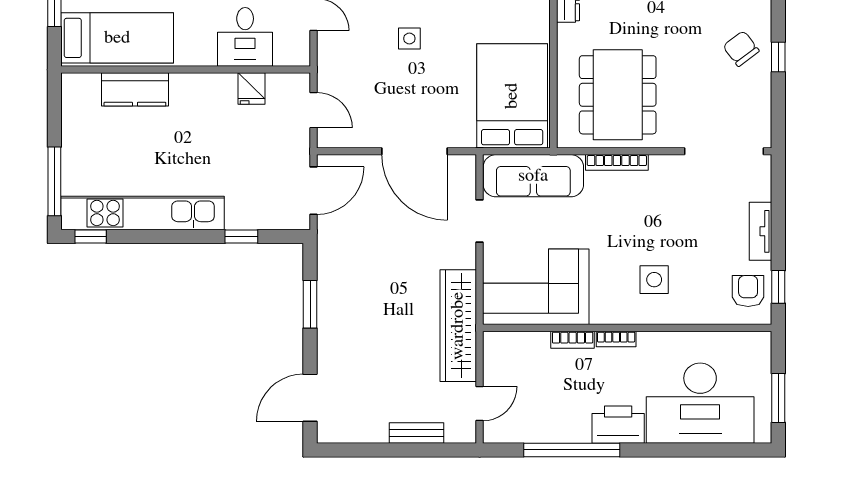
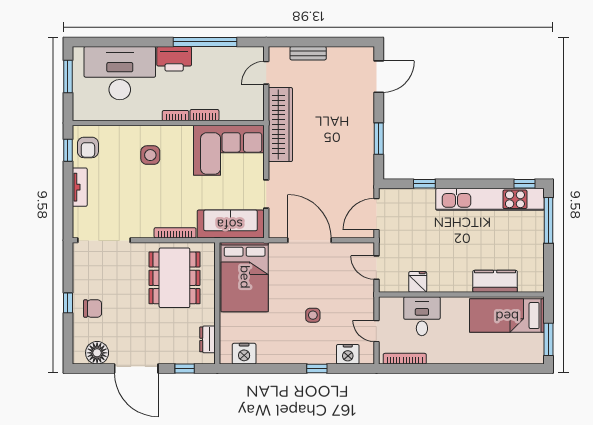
chair: (741, 49) -> (93, 309), turned -53

